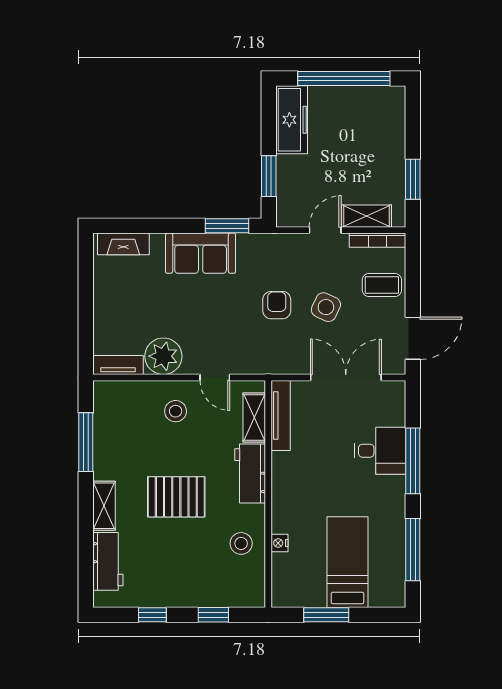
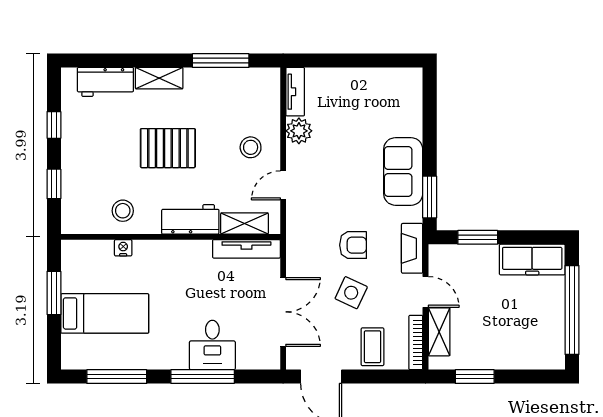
fireplace: (123, 244) -> (412, 248), moved
plant: (163, 356) -> (299, 131), width x0.73, depth x0.73
pallet: (176, 497) -> (168, 148), turned 90

